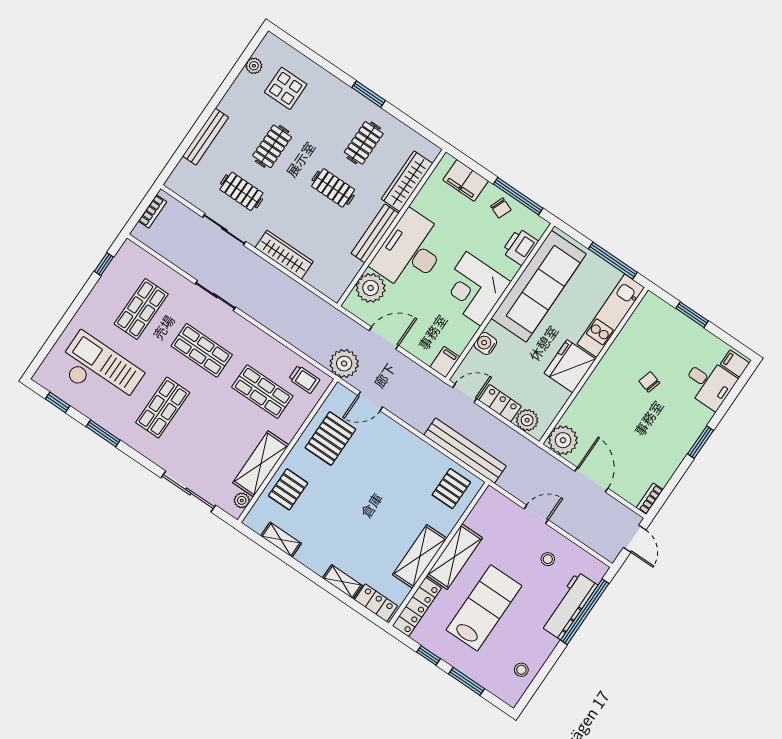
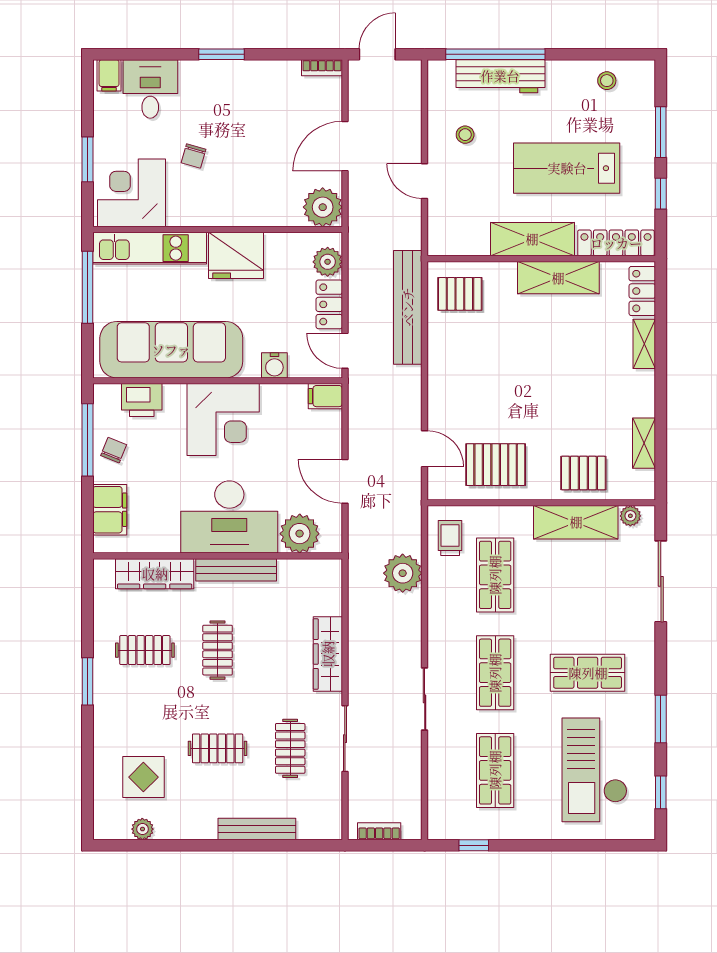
shop shelf: (141, 309) -> (495, 770), turned 90
corner desk: (653, 328) -> (132, 193), added
plant: (344, 364) -> (403, 573), moved

